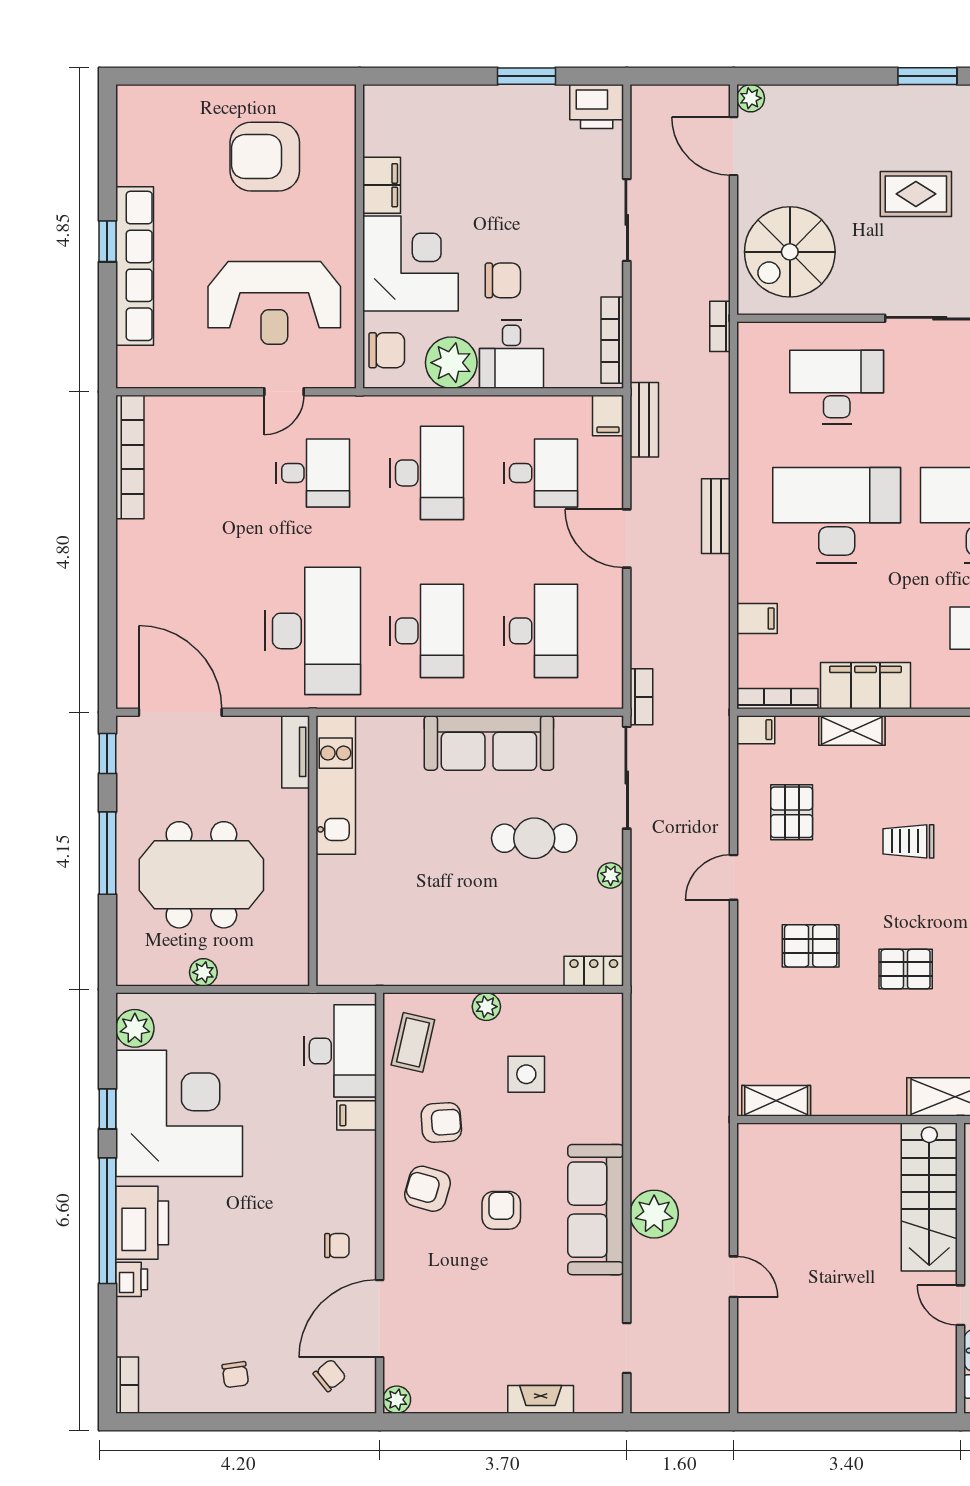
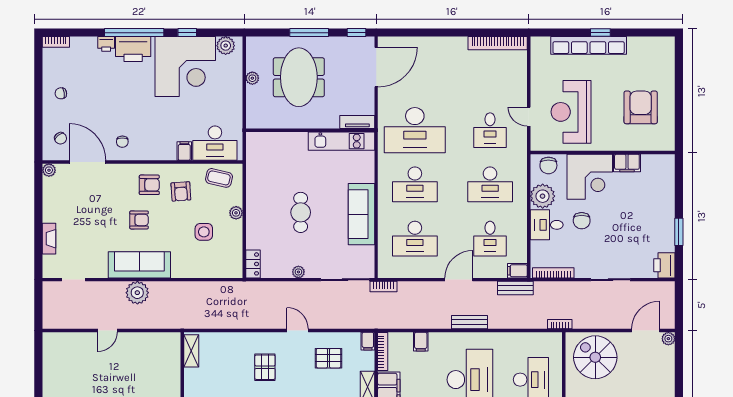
cafe table: (534, 838) -> (301, 212), moved
armchair: (428, 1189) -> (149, 185), turned 74

